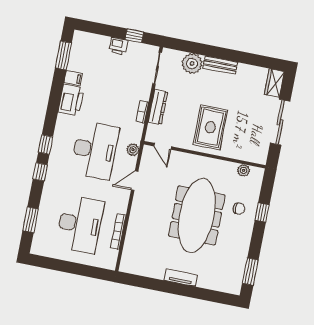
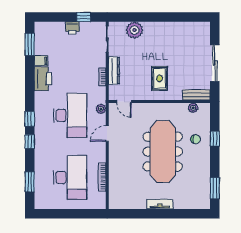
bench: (220, 65) -> (196, 95), moved
wardrobe: (274, 83) -> (204, 32), removed
rug: (210, 127) -> (159, 78), width x0.73, depth x0.70

